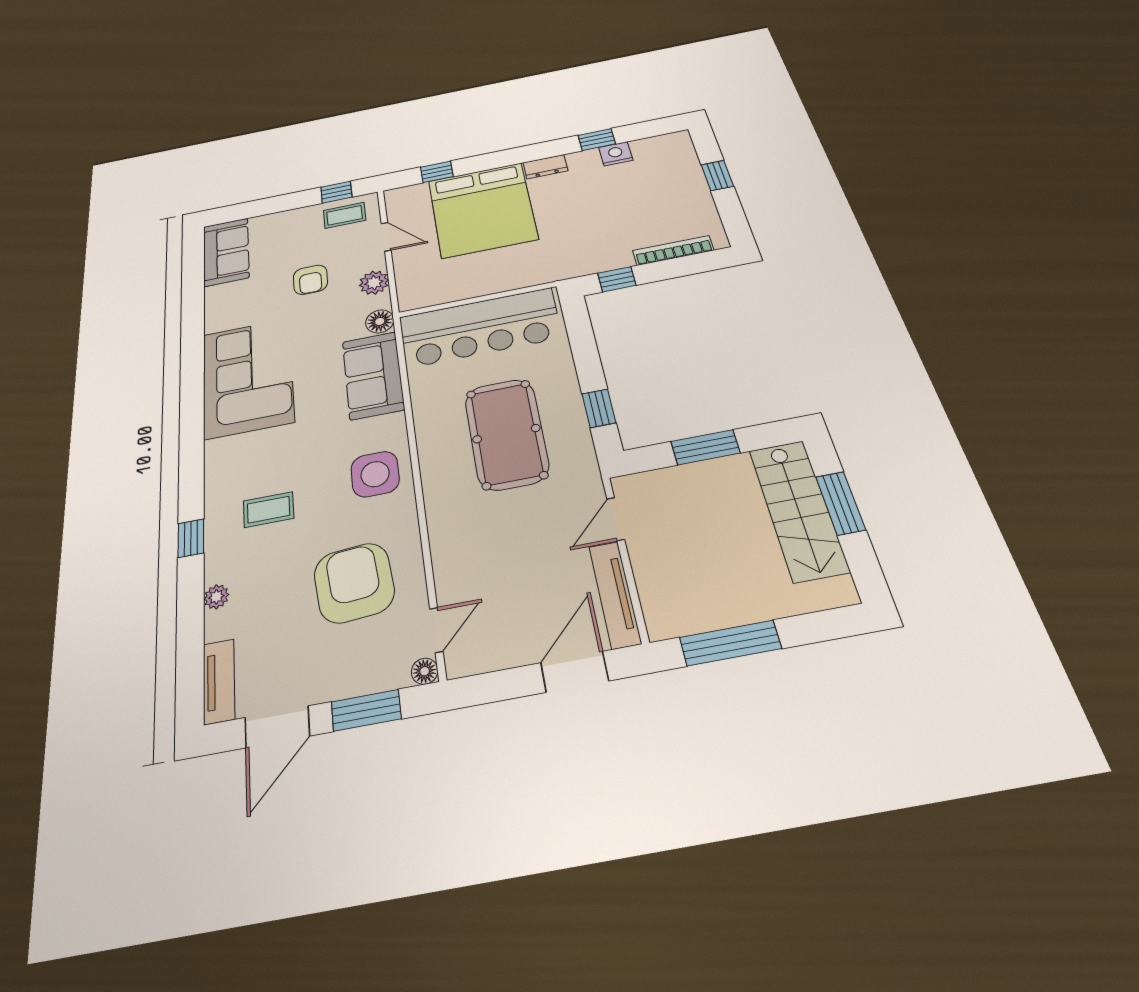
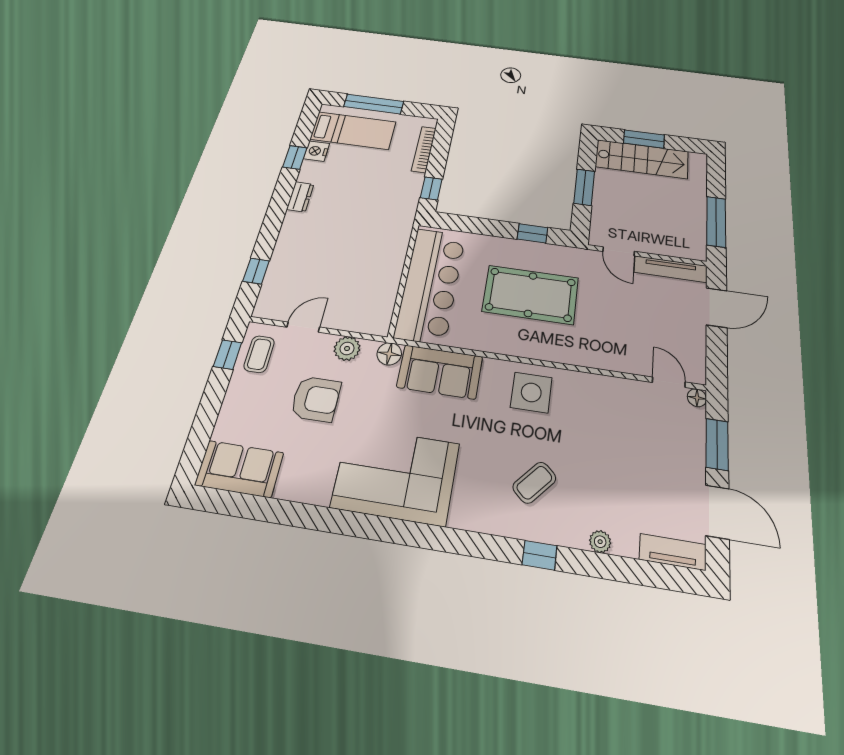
window: (717, 176) -> (374, 104), width x2.17
bed: (482, 210) -> (353, 131), moved, width x0.49
armchair: (310, 280) -> (316, 399), width x1.38, depth x1.38
coffee table: (269, 510) -> (534, 483), turned 42
armchair: (354, 583) -> (618, 430), removed
door: (575, 672) -> (717, 308), swing flipped

